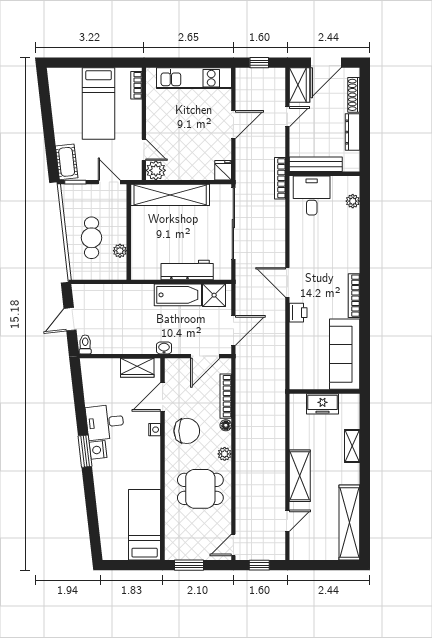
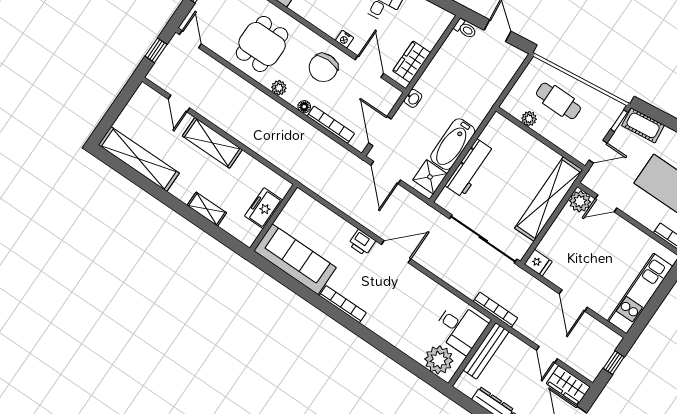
plant: (353, 201) -> (439, 360), width x1.88, depth x1.88

